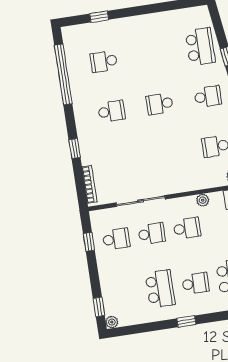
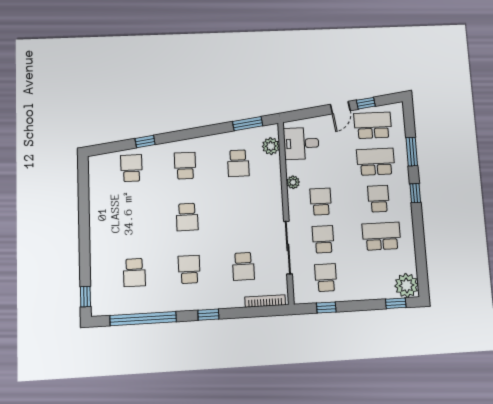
window: (99, 17) -> (85, 297), moved
school desk: (200, 47) -> (131, 168), width x0.54
window: (75, 149) -> (208, 315), moved
school desk: (119, 161) -> (243, 266), added
window: (186, 321) -> (415, 193), moved
plant: (112, 322) -> (407, 285), width x1.87, depth x1.87

